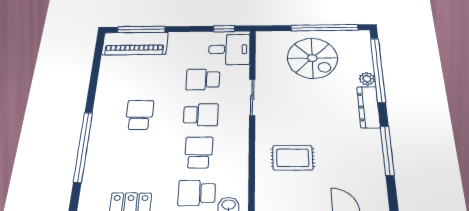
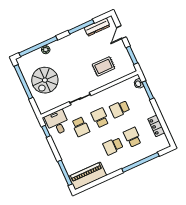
piano: (135, 43) -> (88, 176), moved, turned -90
spiral stairs: (312, 58) -> (45, 80), turned 180
dresser: (369, 107) -> (97, 27), moved
rug: (293, 158) -> (103, 66), turned 90
school desk: (197, 193) -> (132, 137), moved, turned 180

